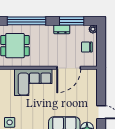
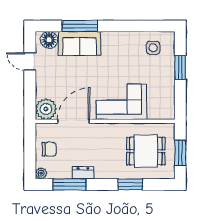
window: (27, 21) -> (130, 184), width x0.47
plant: (89, 77) -> (46, 109), added

